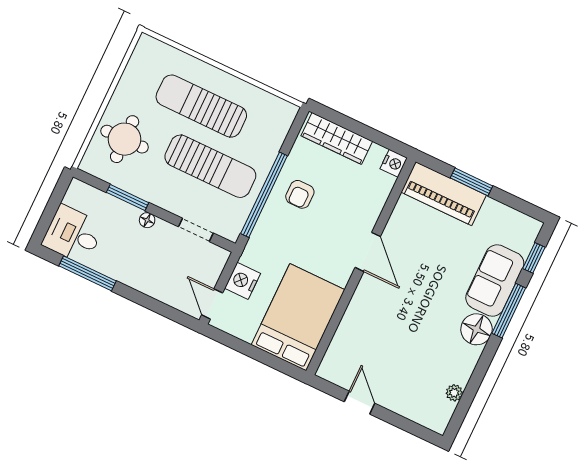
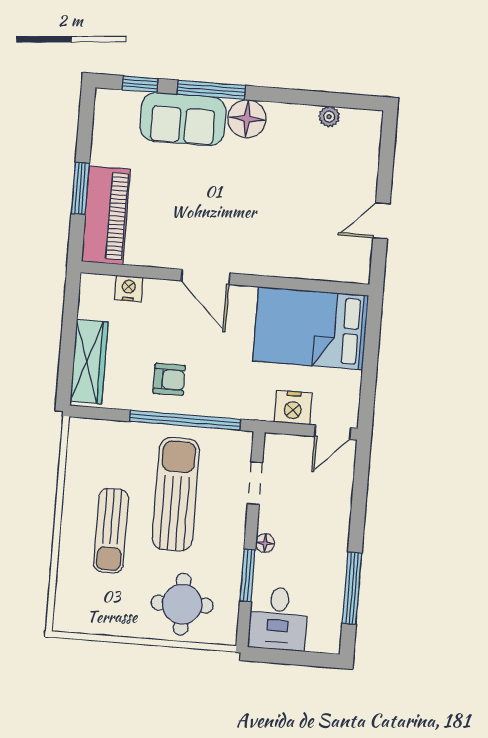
sun lounger: (201, 106) -> (111, 531), width x0.73, depth x0.75
nightstand: (394, 163) -> (129, 289), moved
desk: (73, 235) -> (278, 619), moved
door: (368, 252) -> (206, 277), swing flipped

